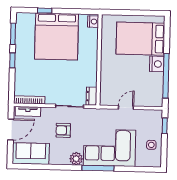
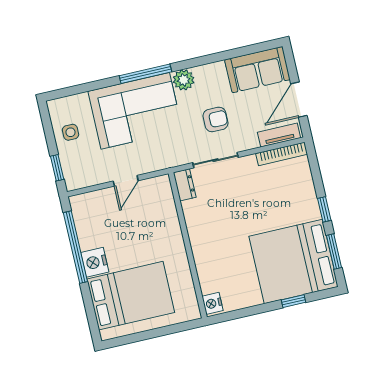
bed: (57, 36) -> (293, 261), moved, turned -90

